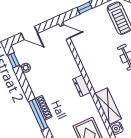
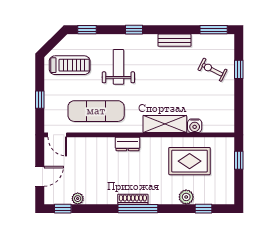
door: (65, 32) -> (57, 135), swing flipped
exercise mat: (95, 52) -> (96, 111), added

